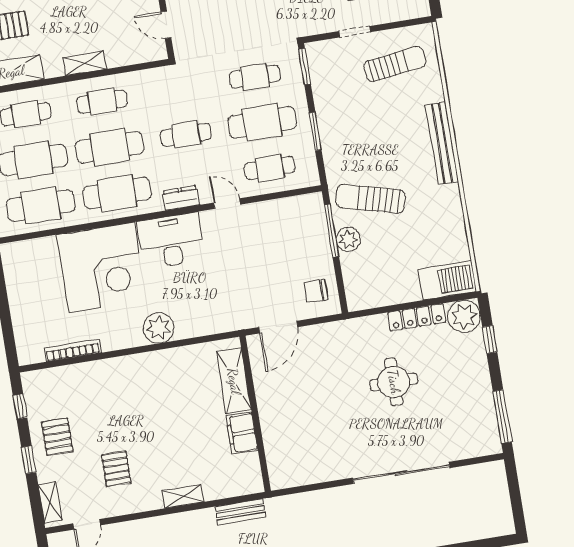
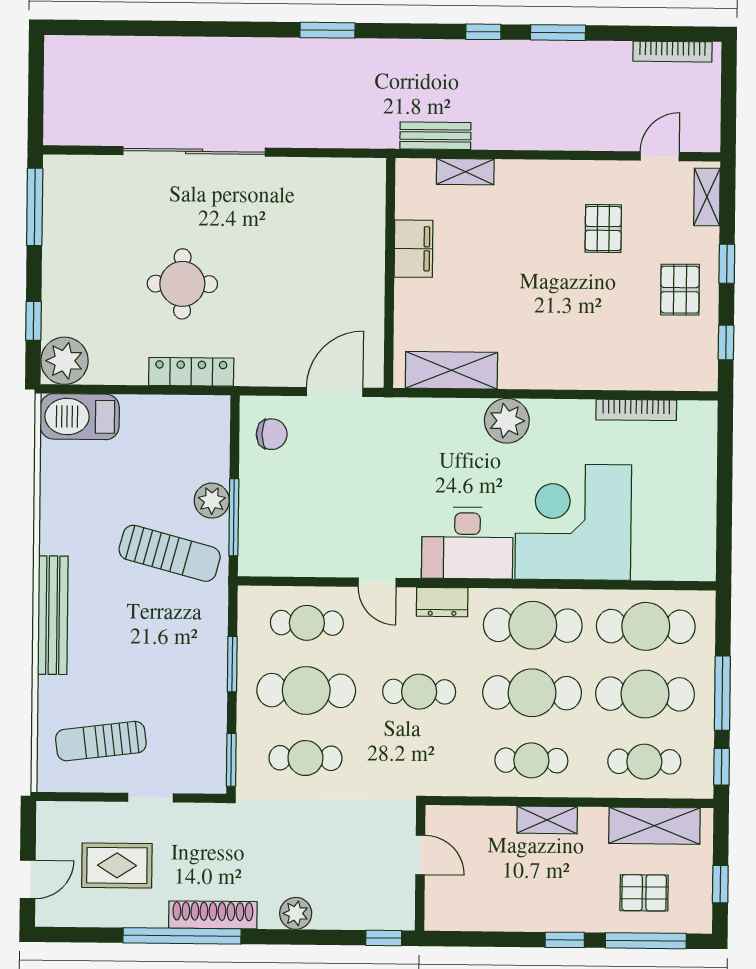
locker: (417, 317) -> (191, 372), moved
shelving: (234, 381) -> (451, 370), moved, turned 90
shelving: (183, 496) -> (465, 172), moved

